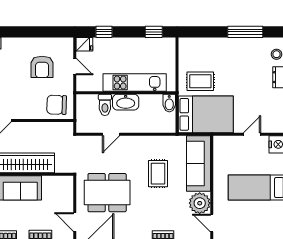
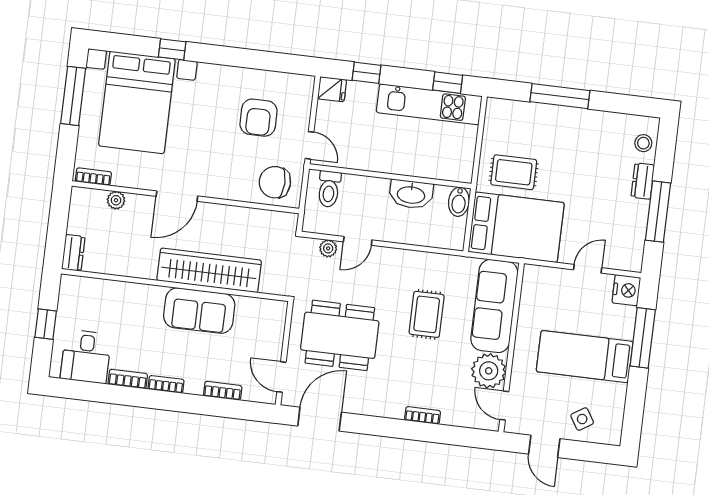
window: (245, 32) -> (560, 96), moved
door: (75, 66) -> (309, 145), moved
kitchen unit: (135, 83) -> (429, 104), moved, turned 180
washbasin: (126, 102) -> (411, 194), moved
toilet: (105, 105) -> (329, 189), moved
plant: (94, 141) -> (328, 248), added
side table: (260, 225) -> (582, 419), added

